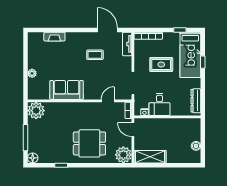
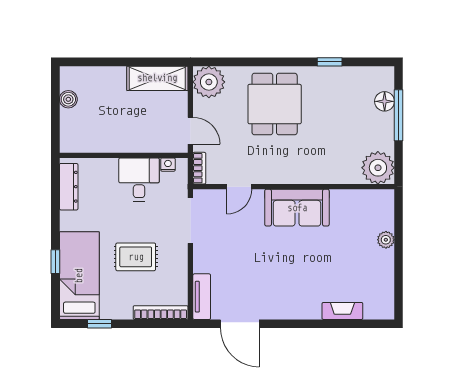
coffee table: (95, 55) -> (264, 276), removed
sofa: (67, 90) -> (297, 208), moved
dining table: (89, 143) -> (275, 104), turned 90
floor lamp: (33, 158) -> (385, 101), moved

